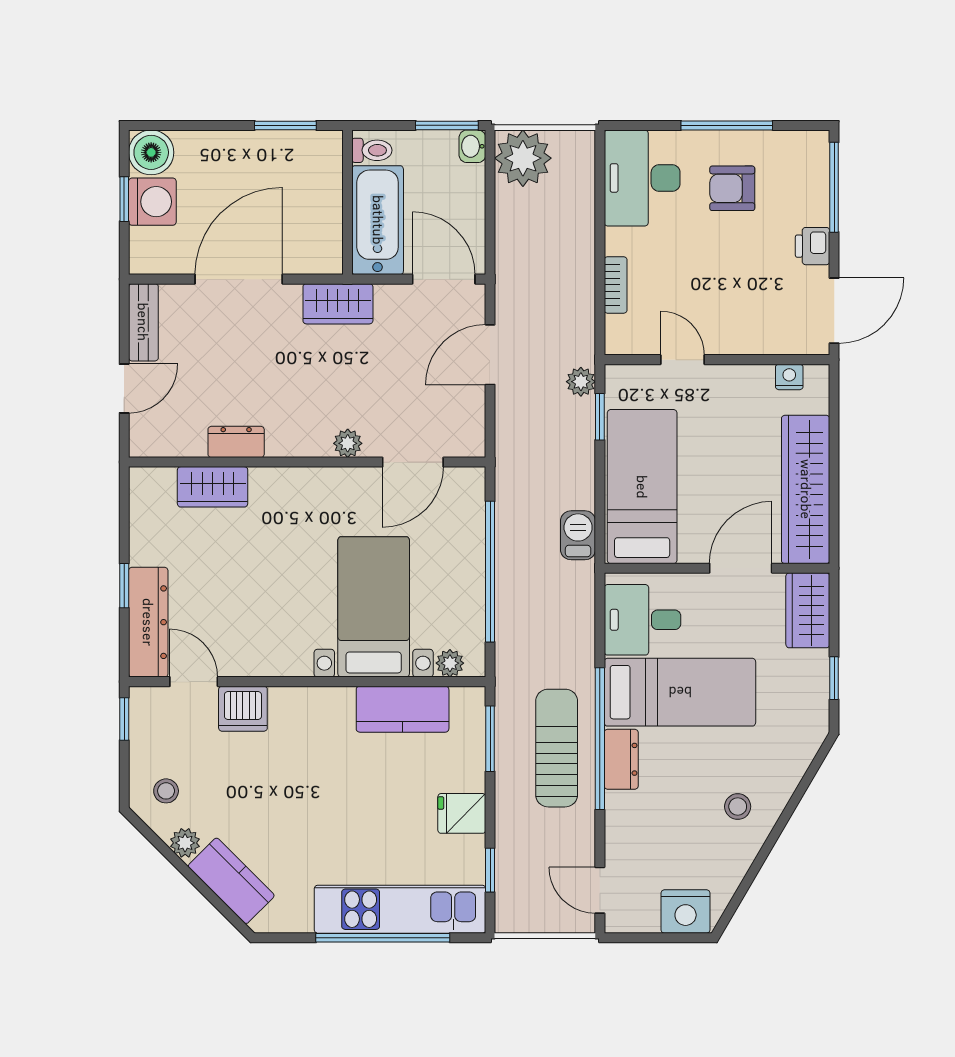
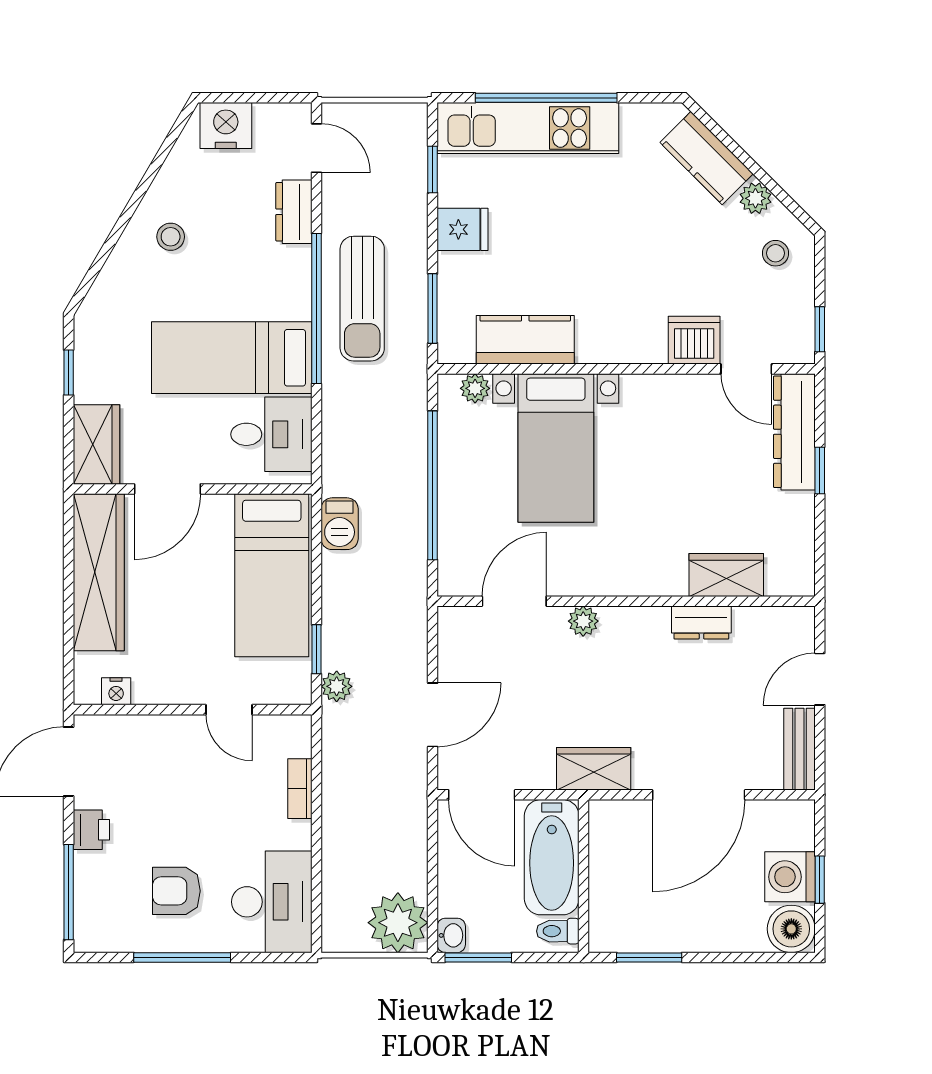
armchair: (732, 188) -> (176, 891), turned 180
dresser: (621, 759) -> (294, 212), moved

